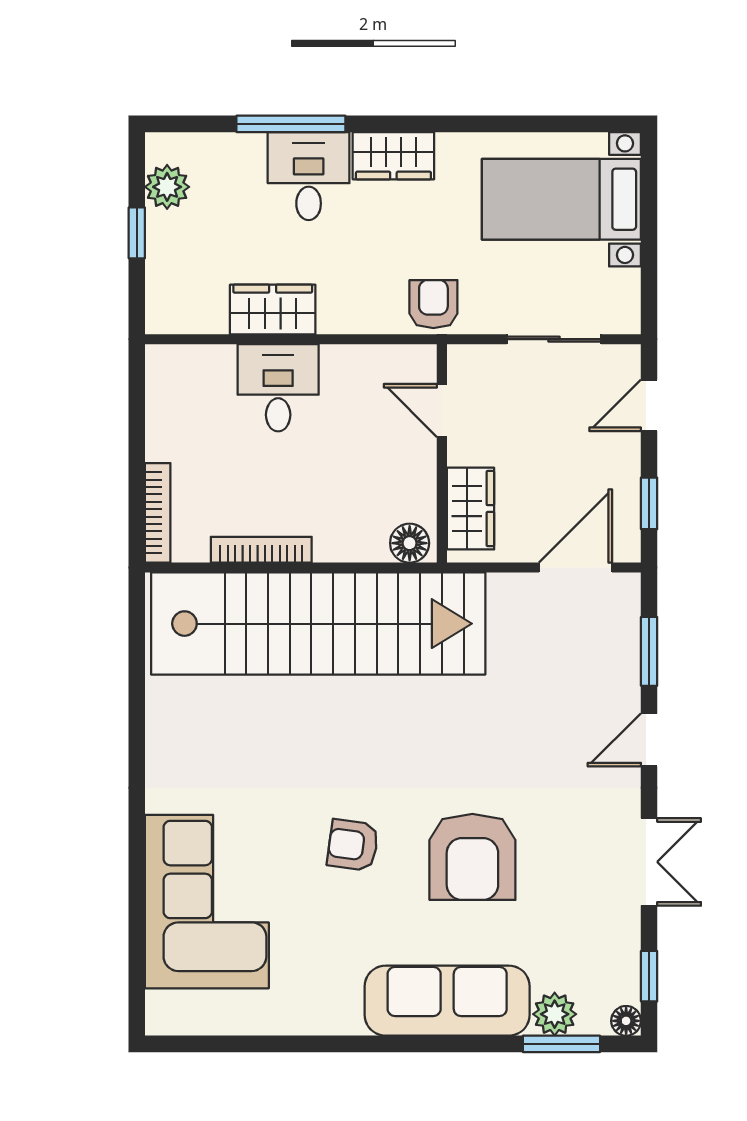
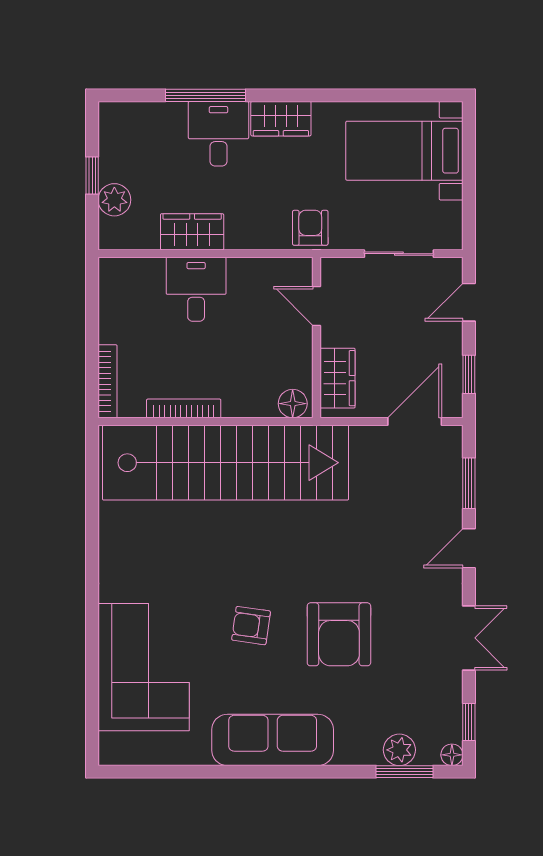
plant: (167, 187) -> (114, 200), moved
sofa: (447, 1001) -> (273, 740), moved

